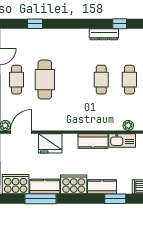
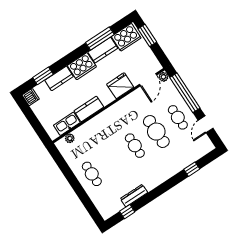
cafe table: (101, 80) -> (135, 146), moved

